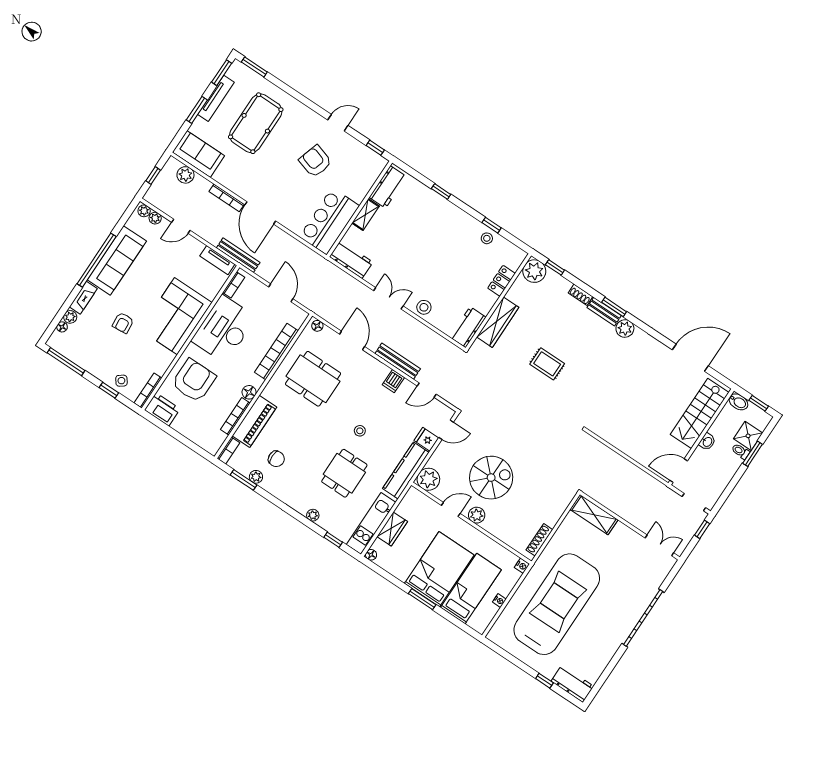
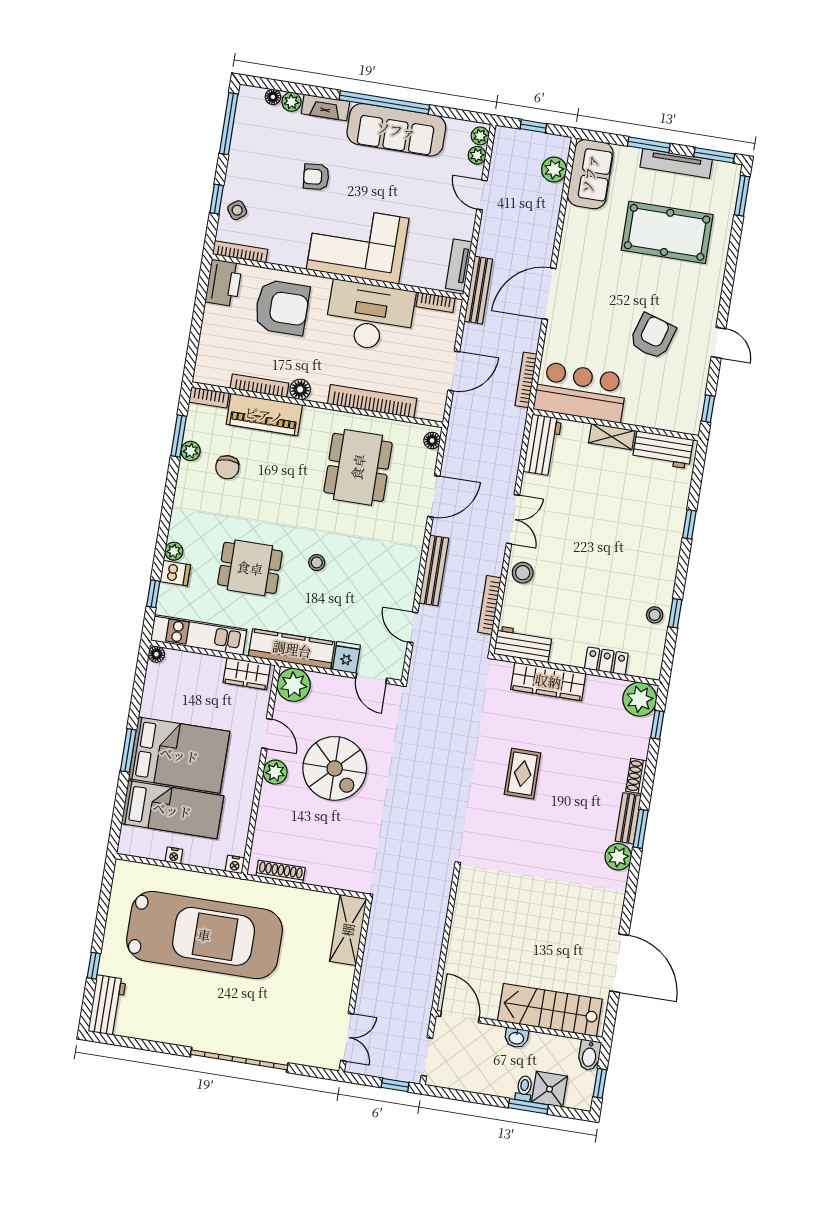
bookcase: (227, 198) -> (526, 380), moved
bookcase: (434, 337) -> (489, 605), added
dishwasher: (393, 381) -> (175, 573), moved, turned 180
wardrobe: (392, 529) -> (247, 674), moved

